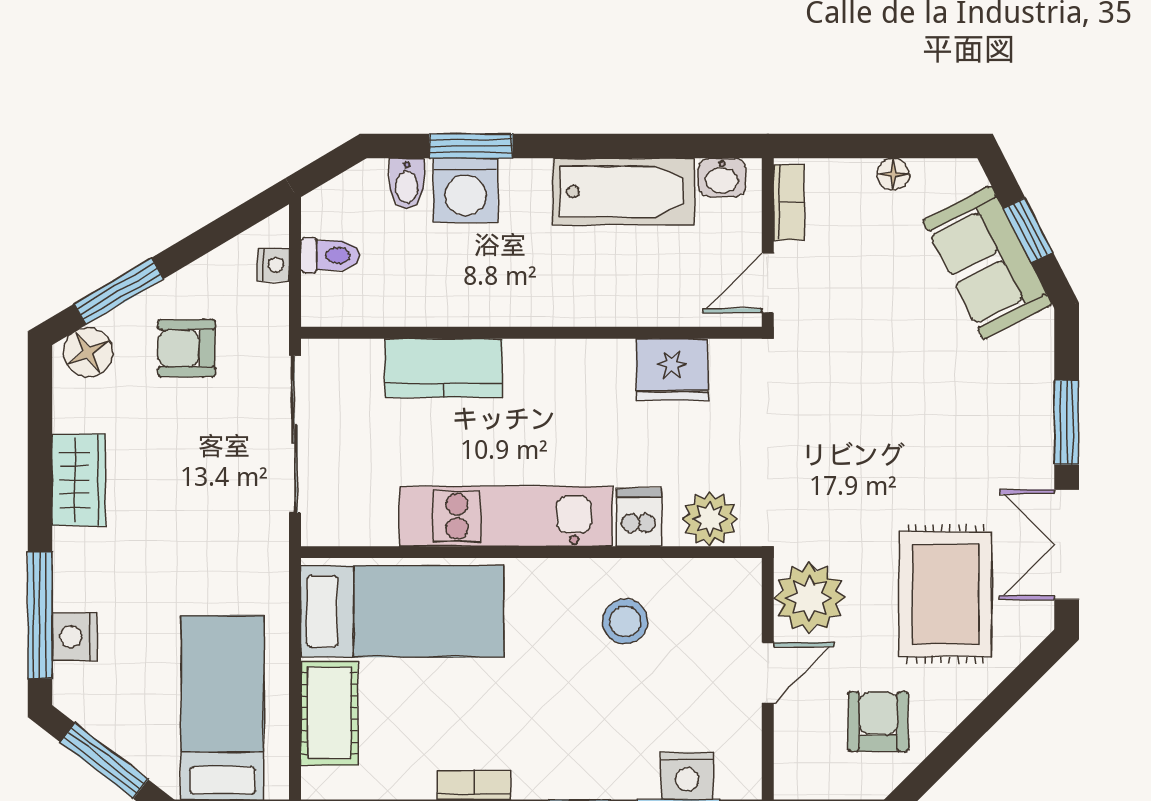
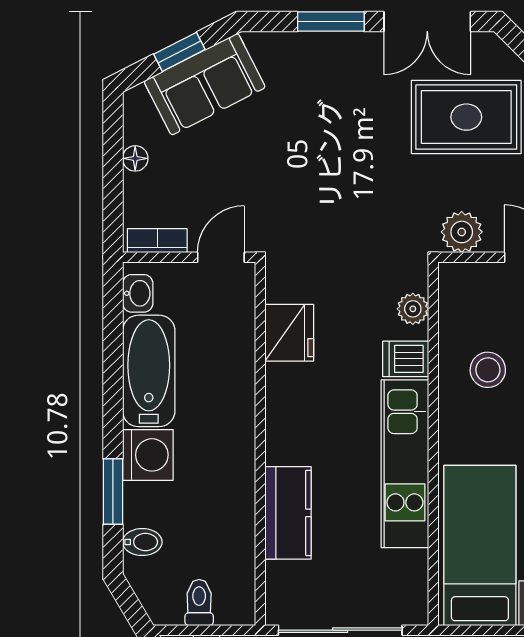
washing machine: (465, 190) -> (148, 455), moved
door: (768, 283) -> (221, 257), swing flipped
plant: (710, 519) -> (413, 309), width x0.73, depth x0.73
plant: (809, 598) -> (462, 232), width x0.73, depth x0.73

